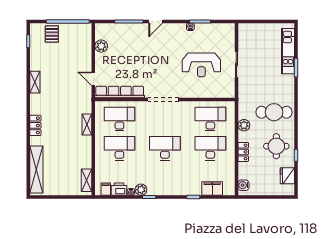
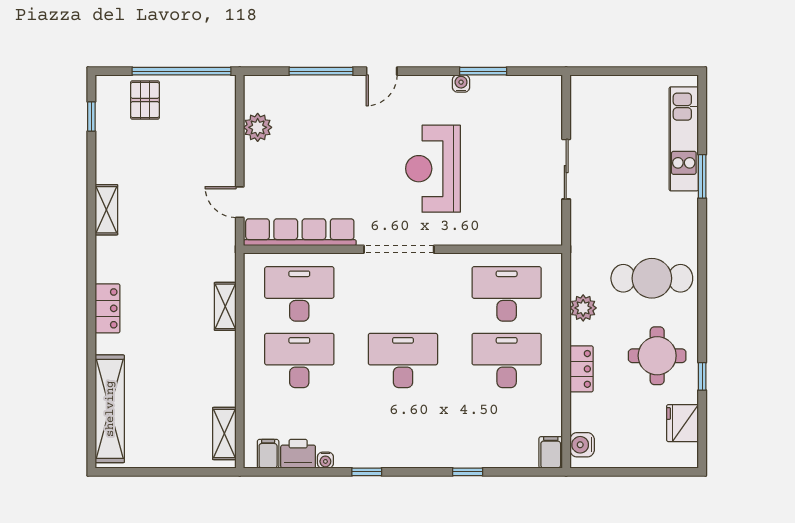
reception desk: (201, 65) -> (433, 169), moved, turned 90
filing cabinet: (212, 189) -> (551, 452), moved, width x0.50
plant: (141, 190) -> (348, 455), removed

